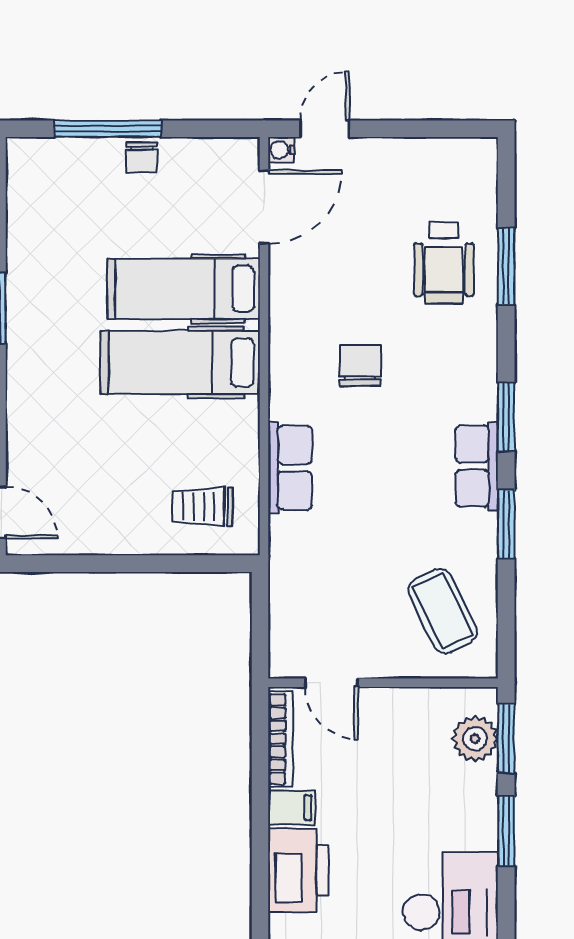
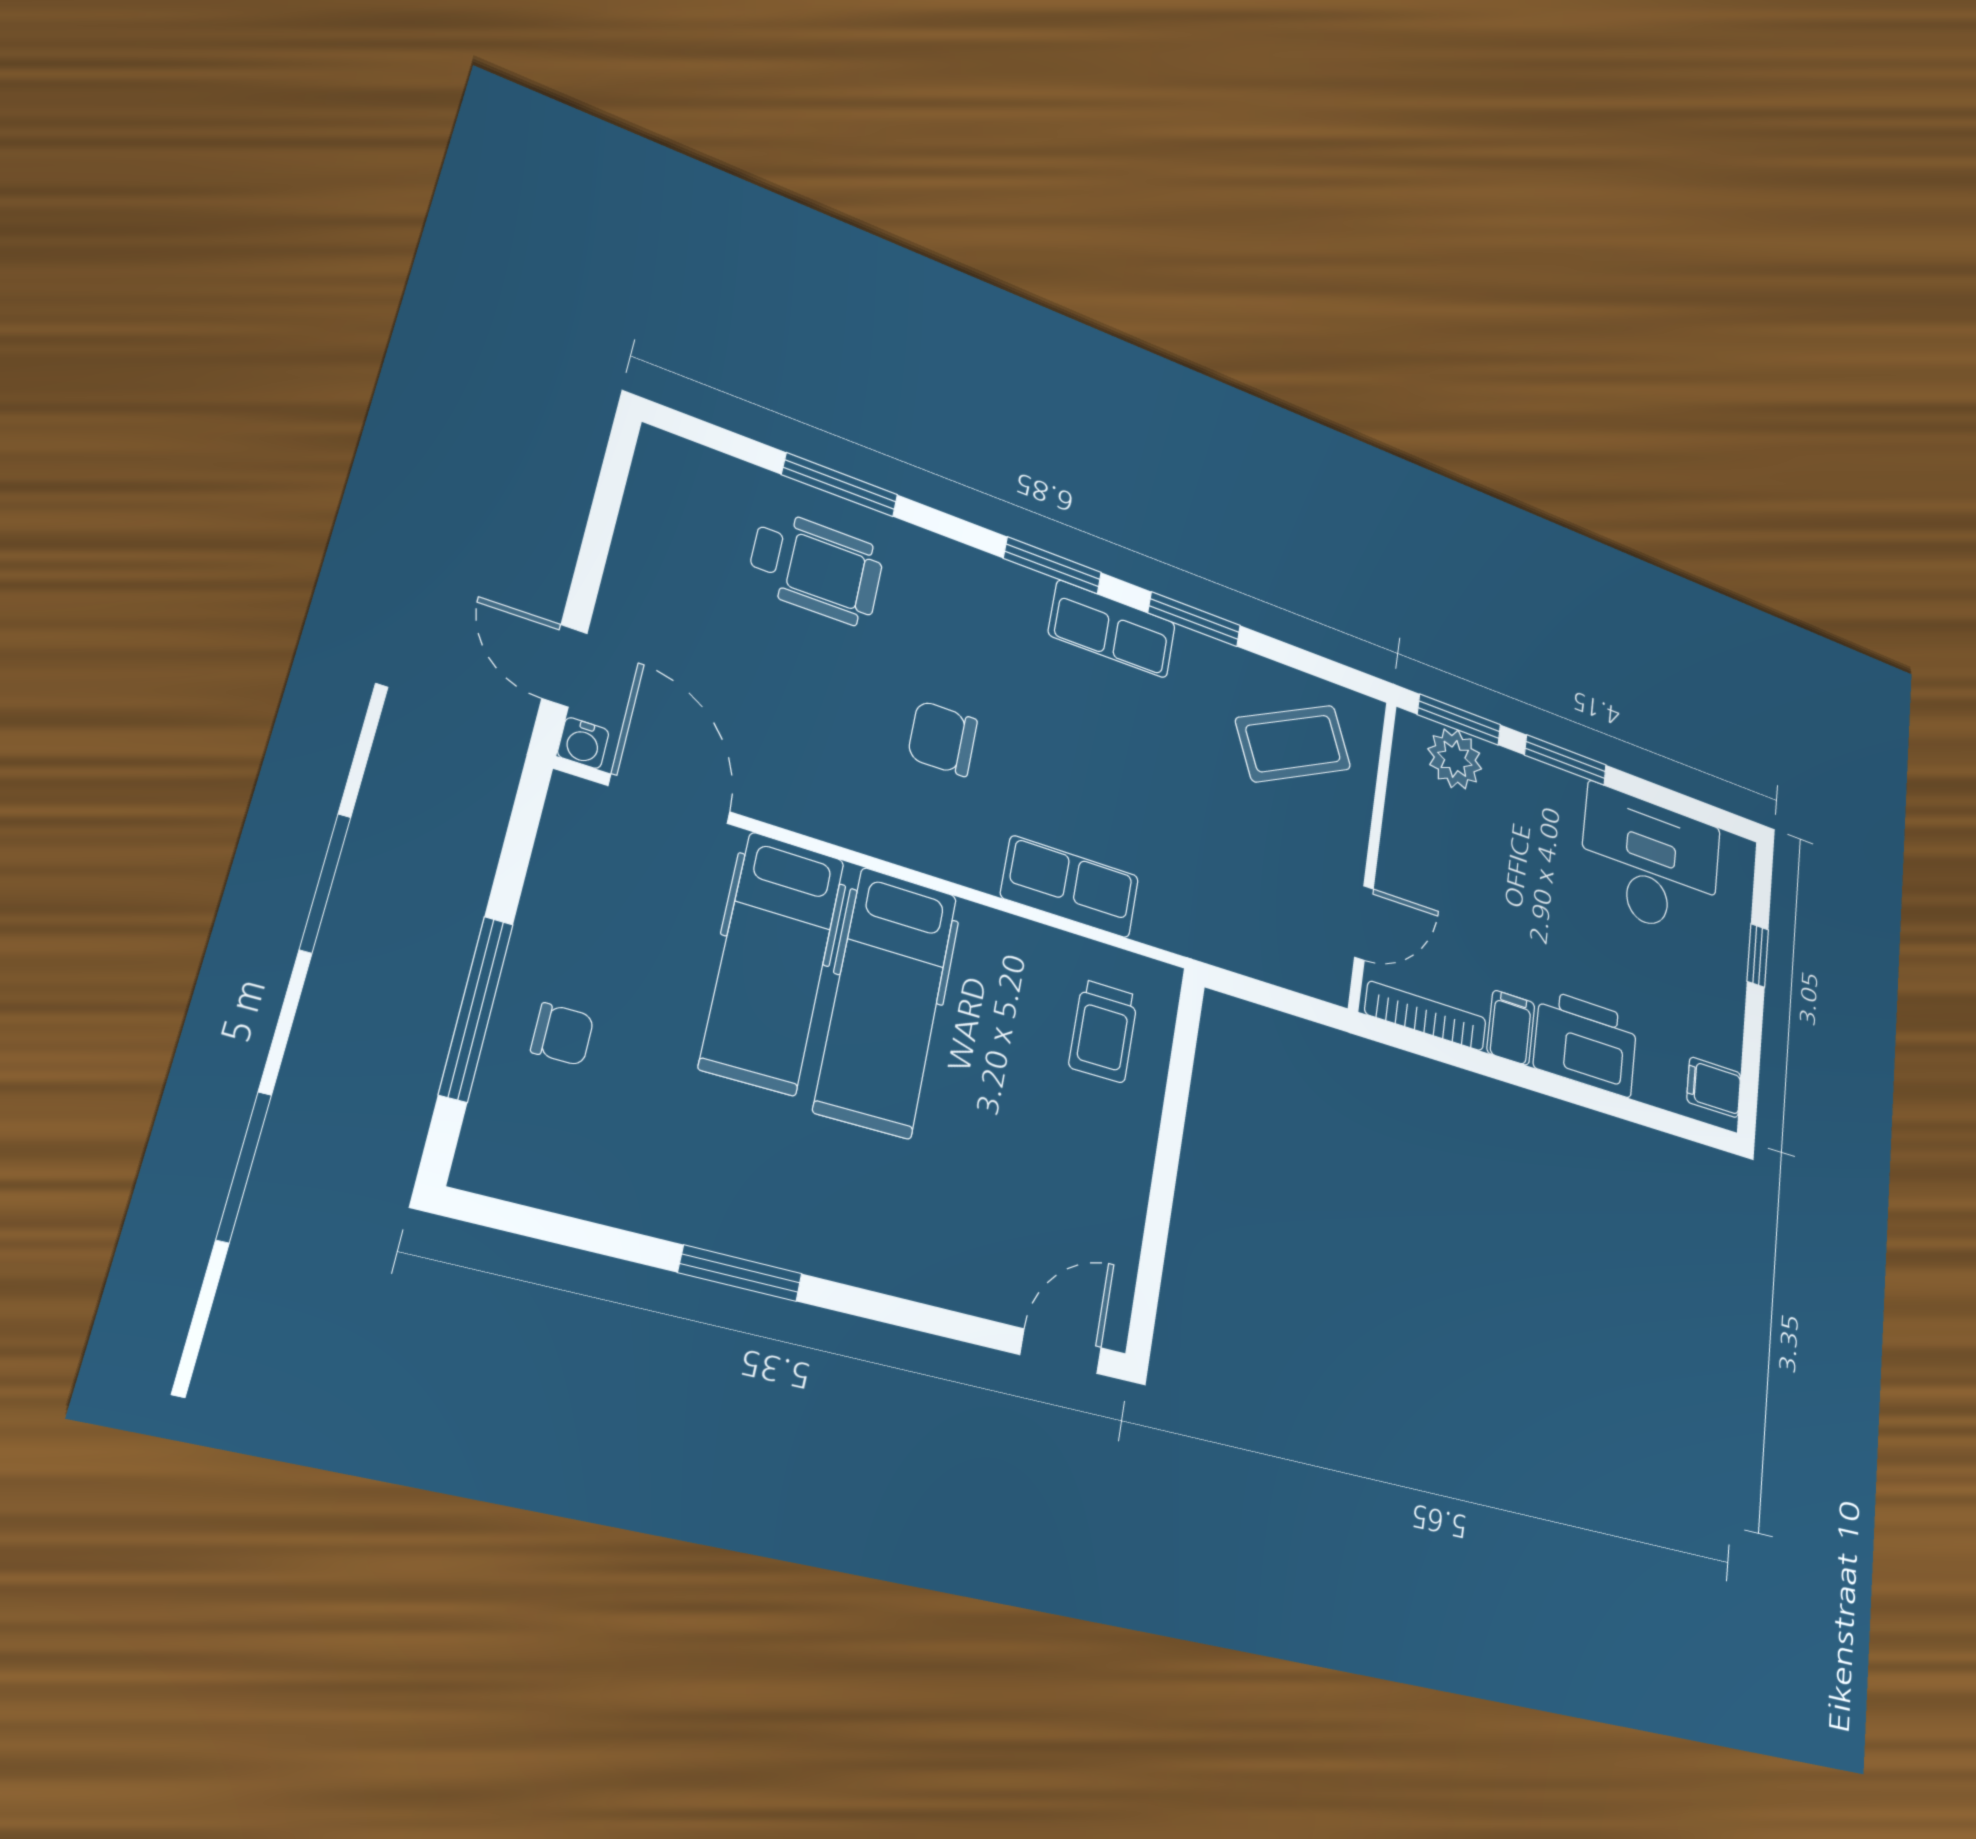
chair: (142, 158) -> (562, 1034), moved

